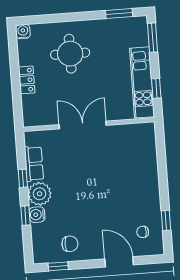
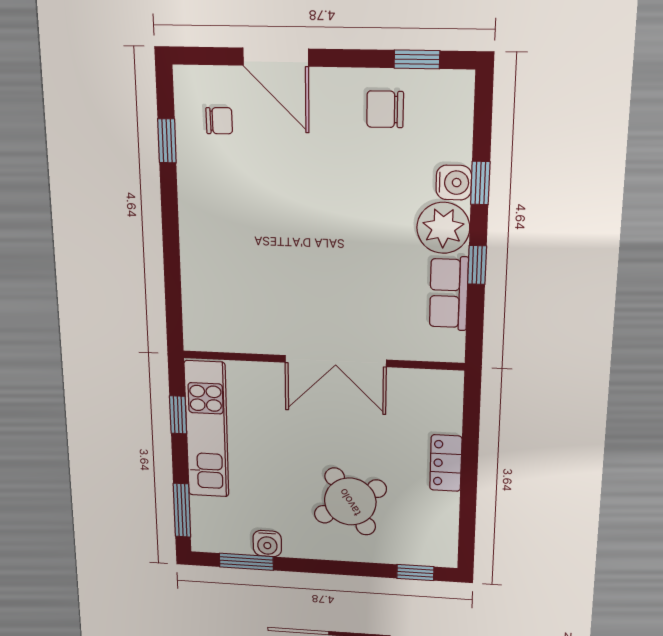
window: (35, 20) -> (415, 572), added
water cooler: (23, 32) -> (267, 544), moved
round table: (70, 54) -> (350, 502), turned -31

